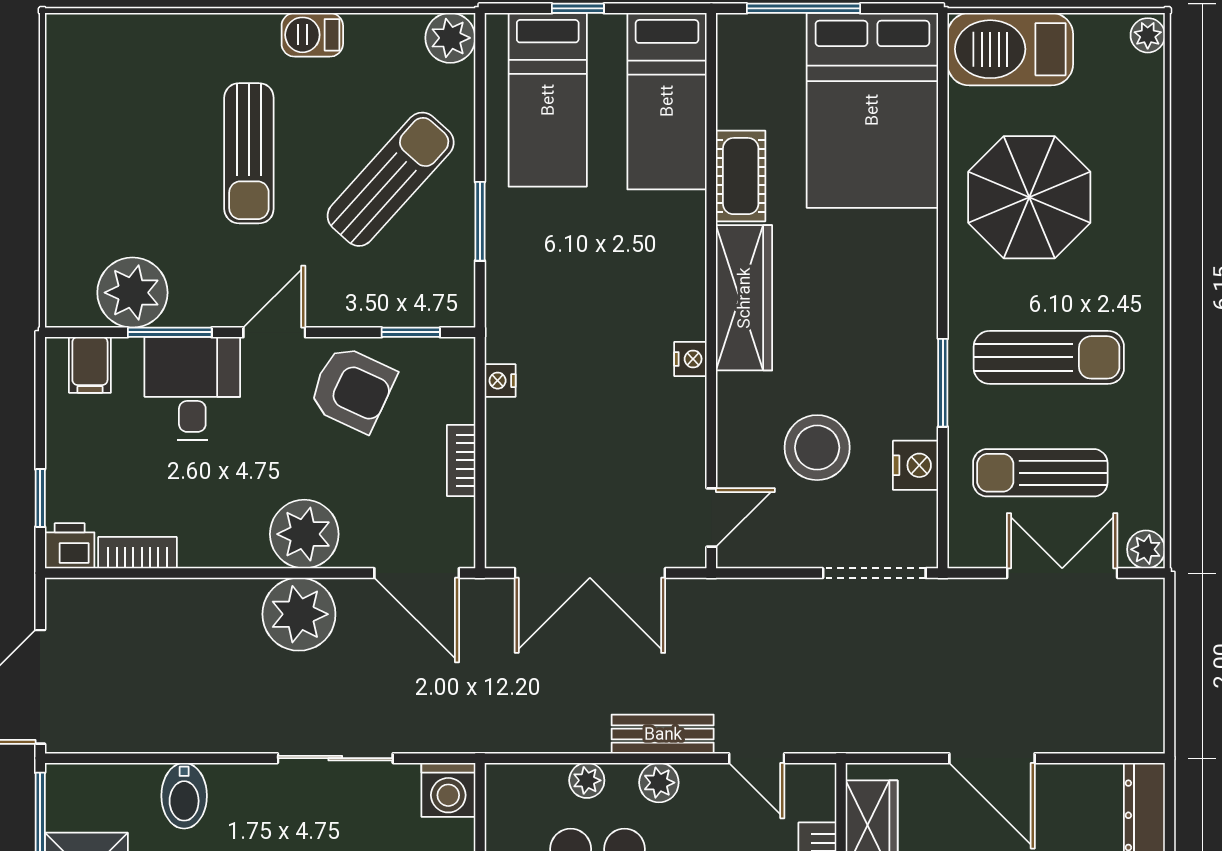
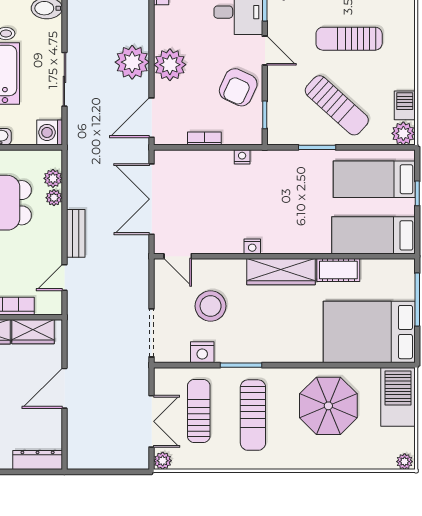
barbecue: (312, 35) -> (405, 105), moved
plant: (659, 783) -> (53, 178), moved

